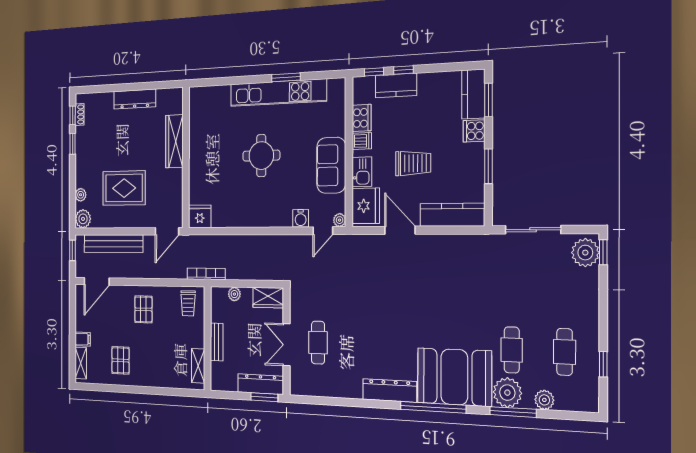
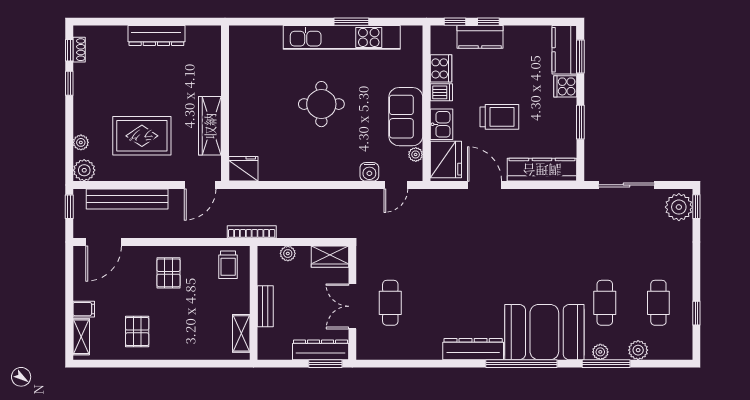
wardrobe: (174, 141) -> (210, 126), moved
plant: (340, 220) -> (416, 154), moved
plant: (507, 393) -> (600, 352), width x0.53, depth x0.53

